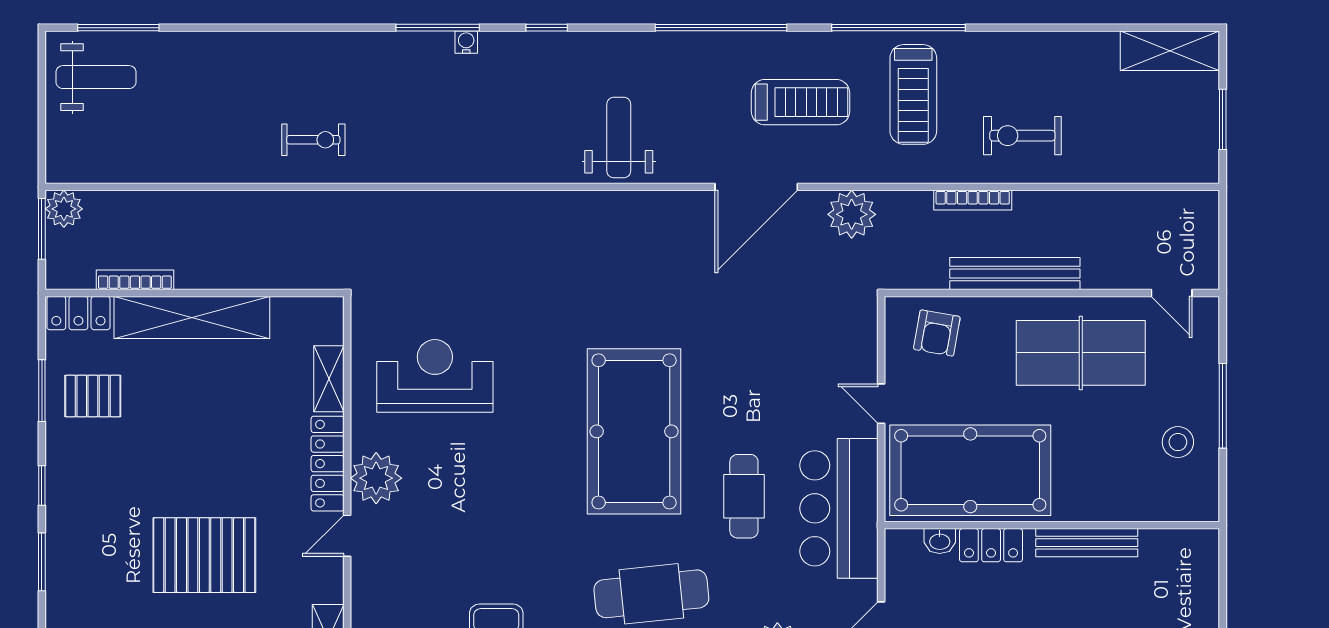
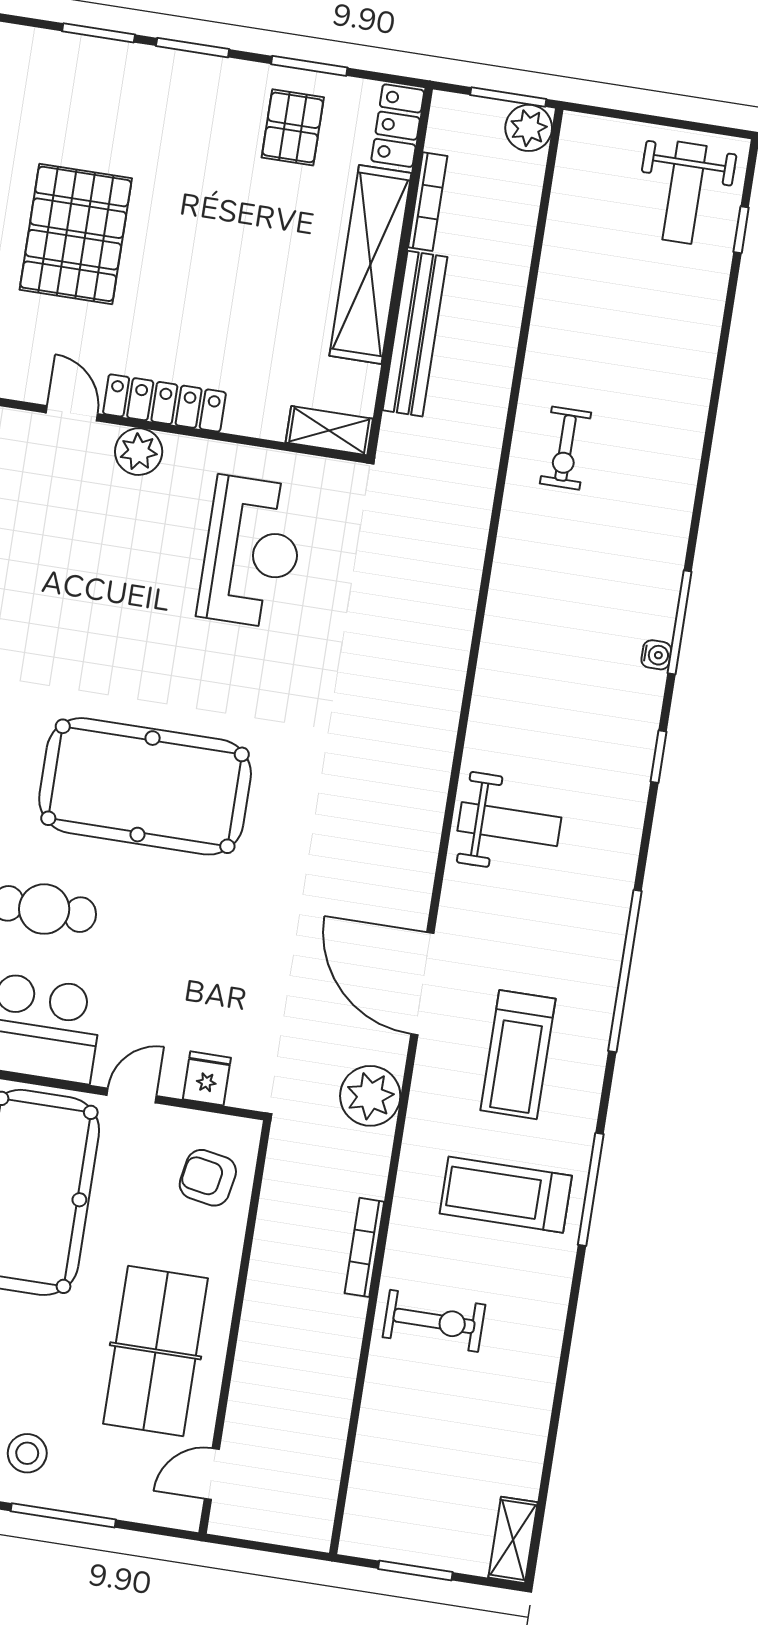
window: (118, 28) -> (741, 230), width x0.46
window: (899, 28) -> (591, 1189), width x0.68
shelving: (1170, 51) -> (513, 1540), width x0.67, depth x0.75
exercise bike: (1022, 136) -> (434, 1321), turned 90
bench: (1015, 273) -> (415, 334), moved
fridge: (858, 346) -> (207, 1078), added
shelving: (329, 379) -> (329, 431), moved
plant: (376, 478) -> (139, 452), width x0.73, depth x0.73
window: (42, 485) -> (193, 48), width x1.50

